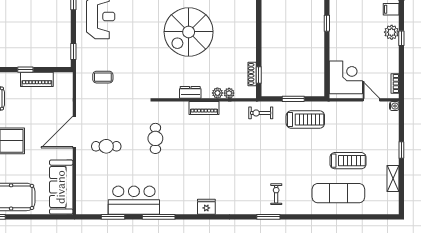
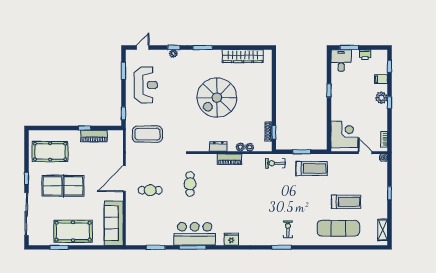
coffee table: (103, 77) -> (147, 134), width x1.86, depth x1.72
shelving: (393, 179) -> (383, 230), moved
bar counter: (134, 200) -> (195, 234), moved

